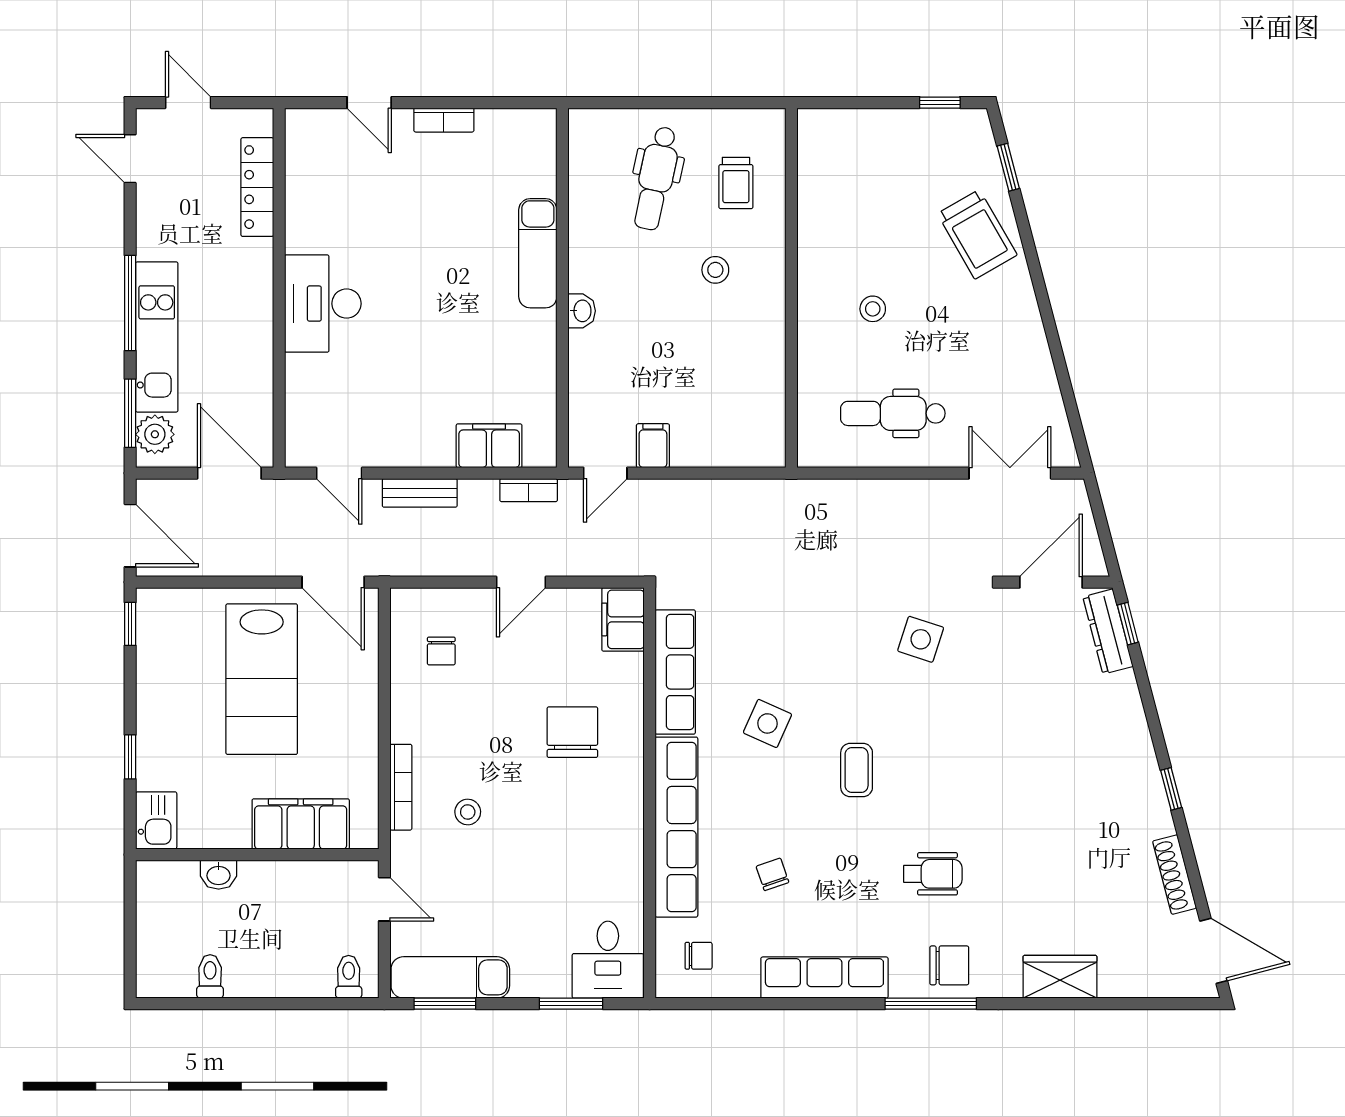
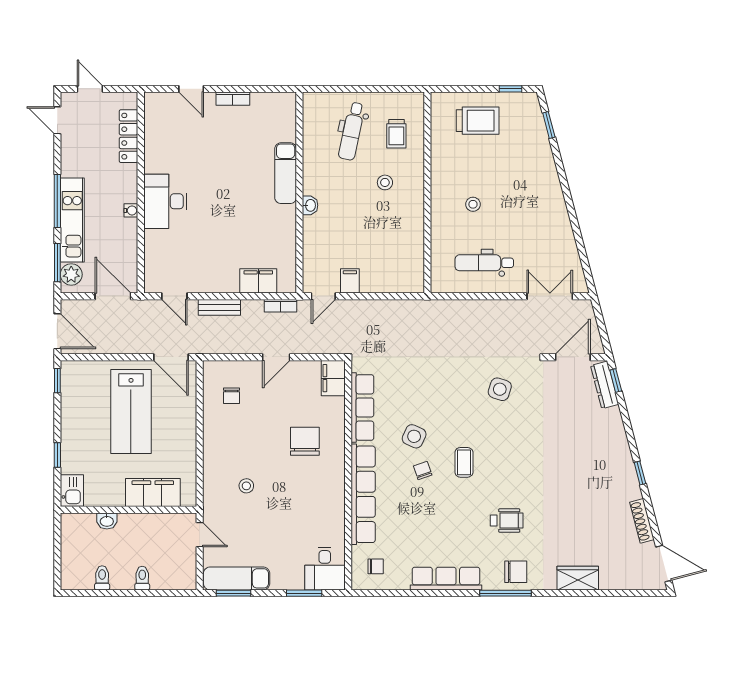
trolley: (977, 234) -> (478, 121), moved, turned -60
water cooler: (262, 320) -> (131, 210), added
bookcase: (401, 787) -> (209, 472), removed
chair: (772, 874) -> (423, 470), moved
toilet: (349, 977) -> (142, 578), moved

